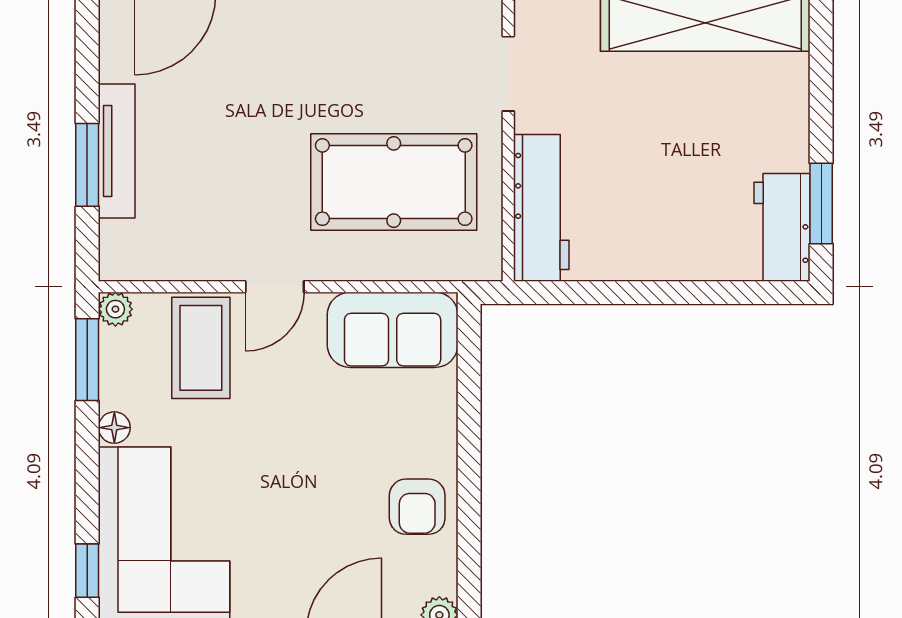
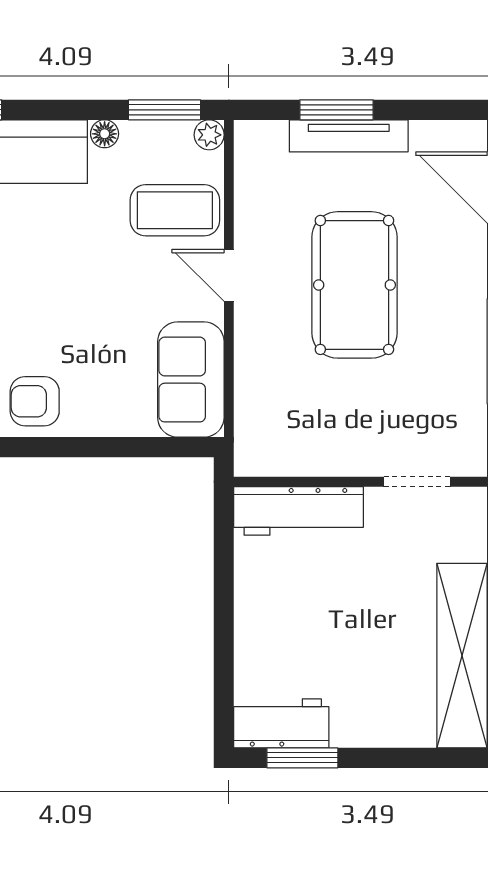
pool table: (394, 182) -> (354, 285), moved

